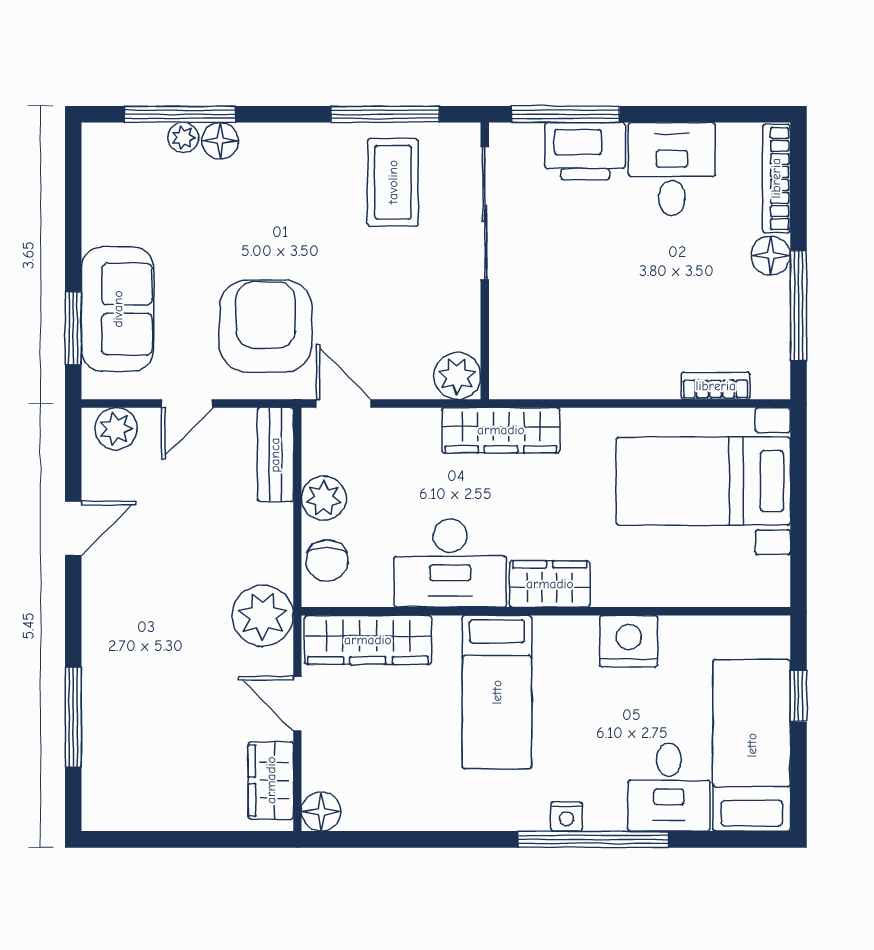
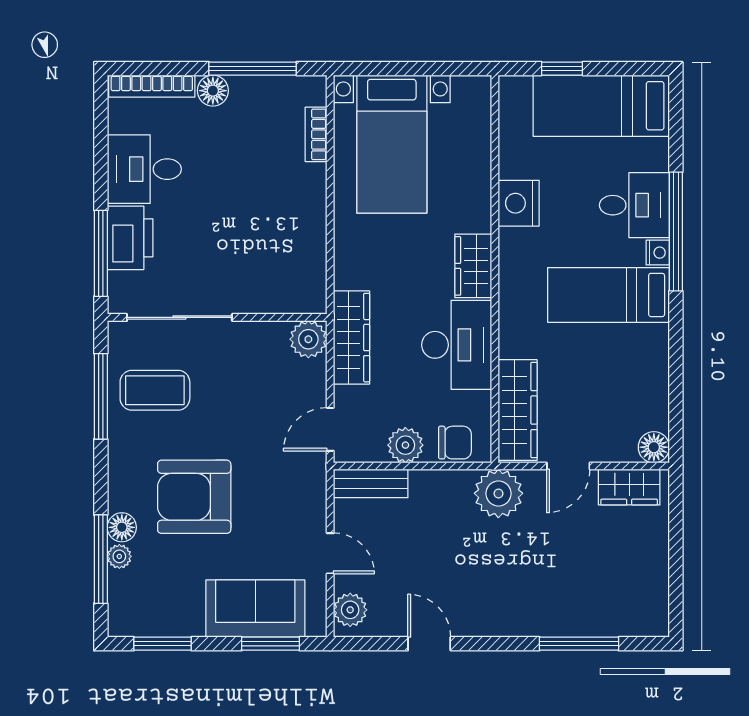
window: (73, 192) -> (162, 644), added
armchair: (266, 326) -> (194, 497), moved
wardrobe: (501, 430) -> (351, 338), moved
bed: (497, 692) -> (609, 295), moved, turned 180
desk: (669, 787) -> (634, 205), moved

